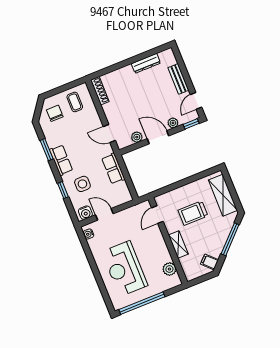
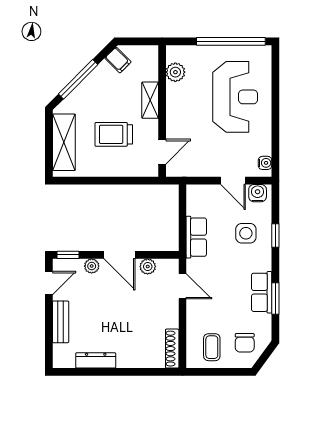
row of seats: (61, 160) -> (262, 292), moved
trolley: (193, 213) -> (114, 134), turned 180

